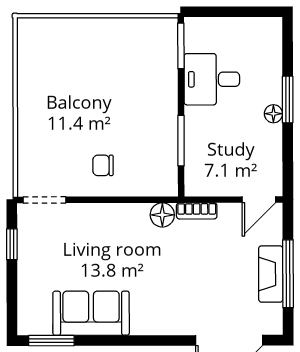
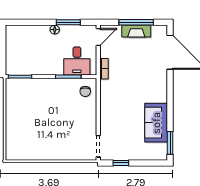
desk: (212, 79) -> (77, 61), moved
window: (288, 99) -> (68, 22), moved
chair: (103, 165) -> (85, 91), moved
door: (259, 200) -> (98, 37), hinge flipped
floor lamp: (162, 215) -> (106, 86), removed

